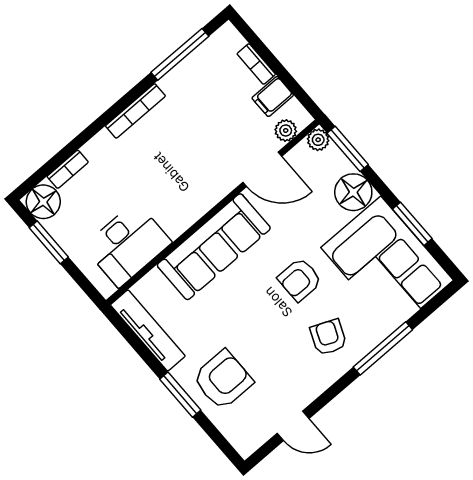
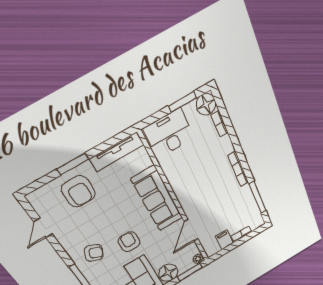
plant: (286, 130) -> (207, 244), removed
desk: (127, 244) -> (169, 133), moved, turned 90

